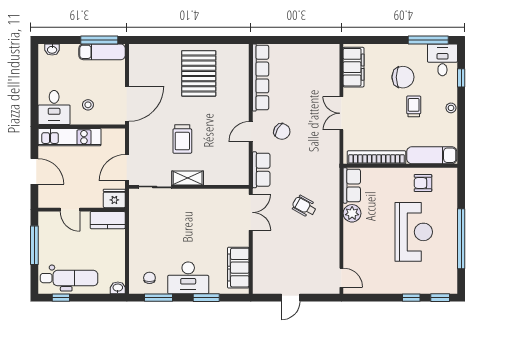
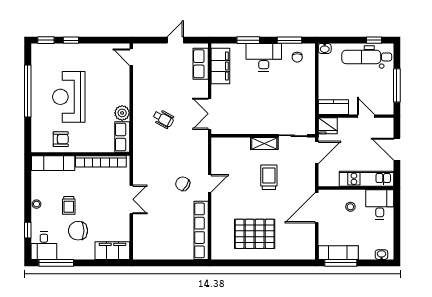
filing cabinet: (354, 67) -> (112, 251), moved, turned 90
pallet: (199, 73) -> (255, 234), turned 90
row of seats: (261, 170) -> (201, 64), moved

